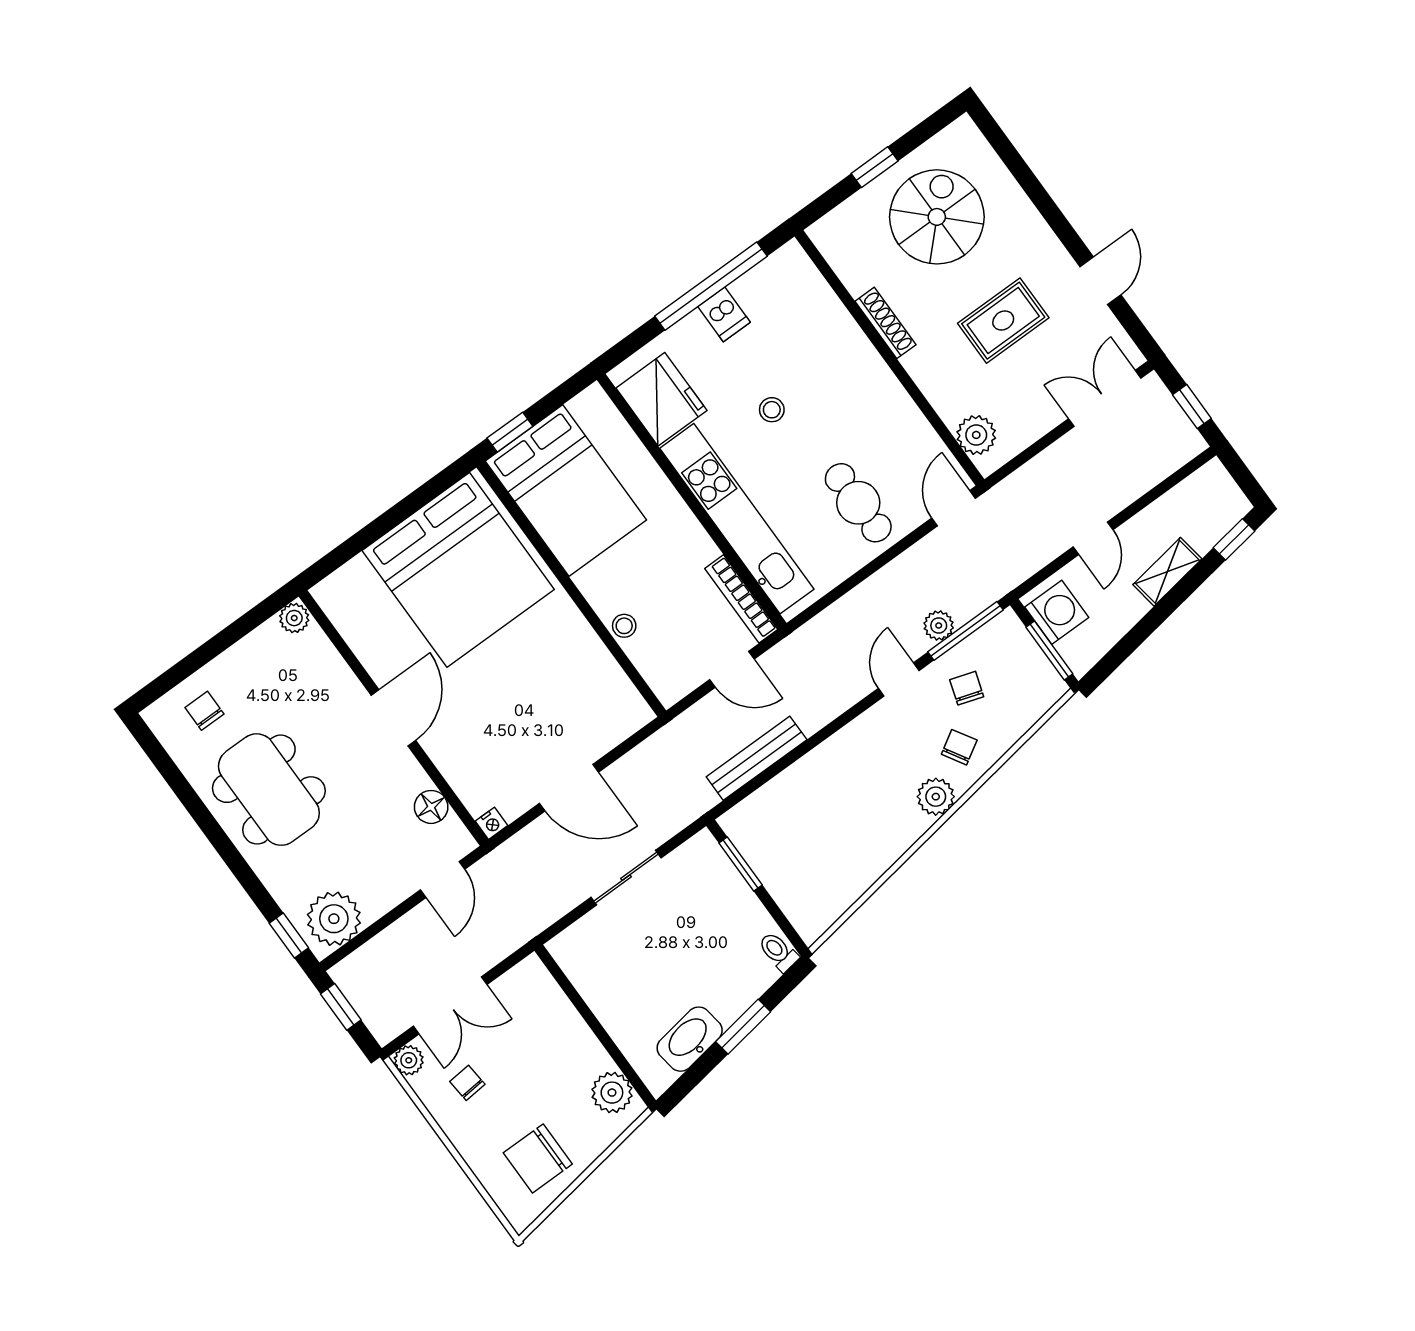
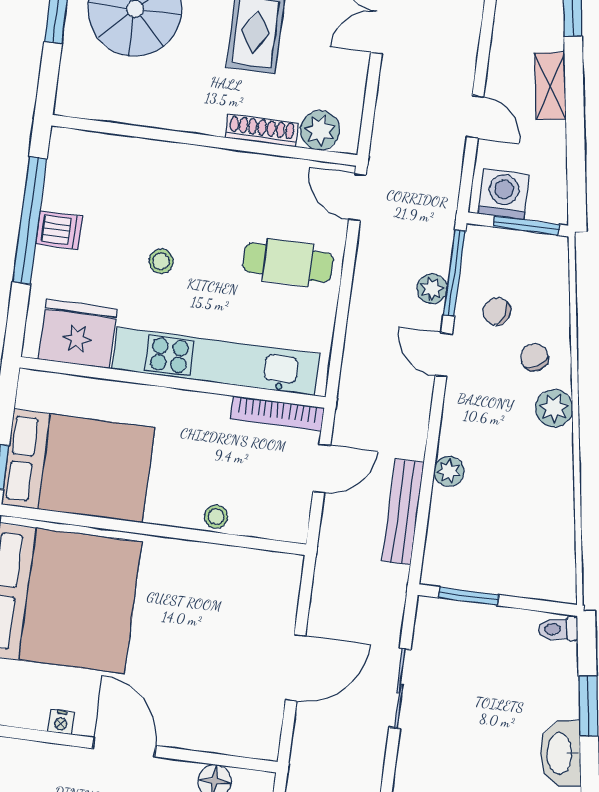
shoe rack: (885, 323) -> (262, 130), moved
plant: (817, 764) -> (449, 471), added
nightstand: (492, 823) -> (61, 722), moved, turned 90

